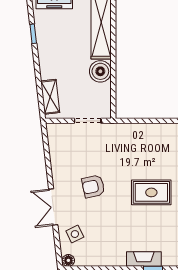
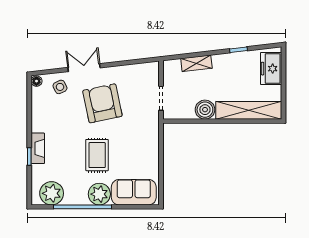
shelving: (50, 97) -> (196, 63), moved
armchair: (93, 186) -> (102, 103), width x1.88, depth x1.88

